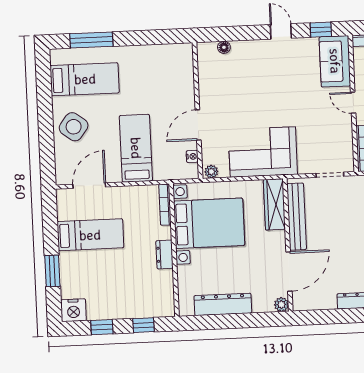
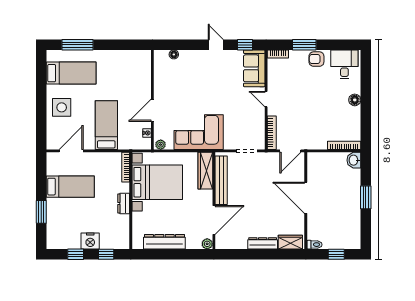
side table: (74, 127) -> (62, 107), turned -37
nightstand: (73, 310) -> (90, 241), moved

